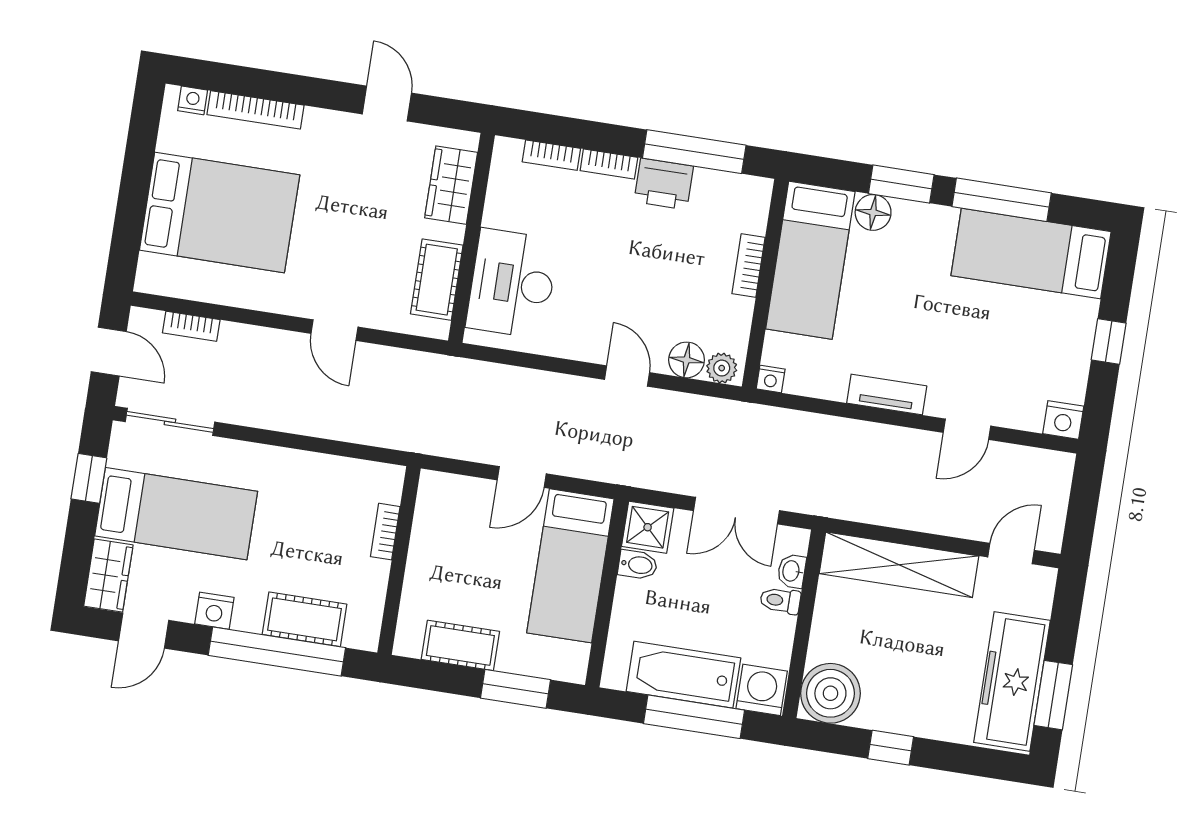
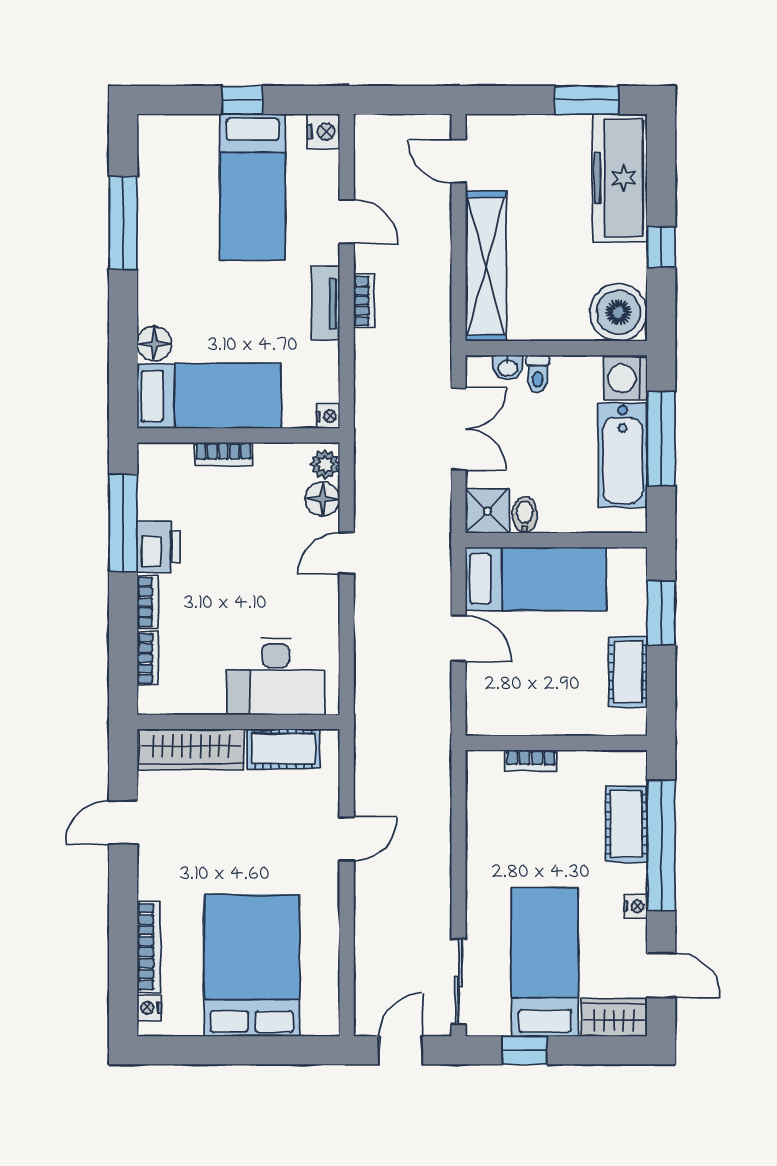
window: (901, 184) -> (123, 321), removed
wardrobe: (451, 185) -> (191, 749), width x1.50
bed: (1031, 254) -> (253, 187), moved
bookcase: (191, 326) -> (364, 301), moved
nightstand: (214, 611) -> (636, 906), width x0.72, depth x0.74
freezer: (1012, 681) -> (620, 178), moved, turned 90

